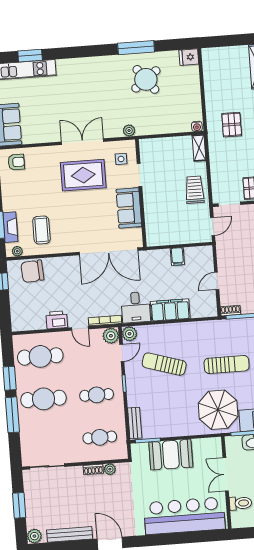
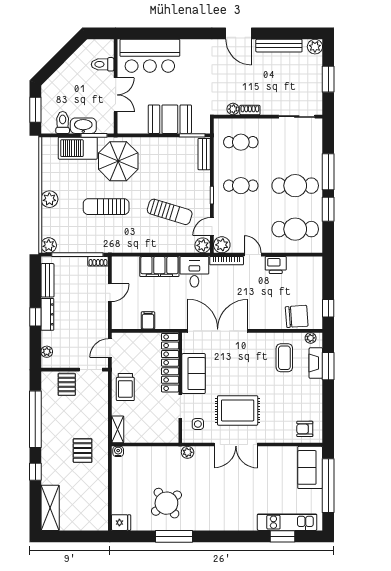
locker: (153, 217) -> (170, 363), added
bar counter: (184, 516) -> (150, 56), width x0.73

